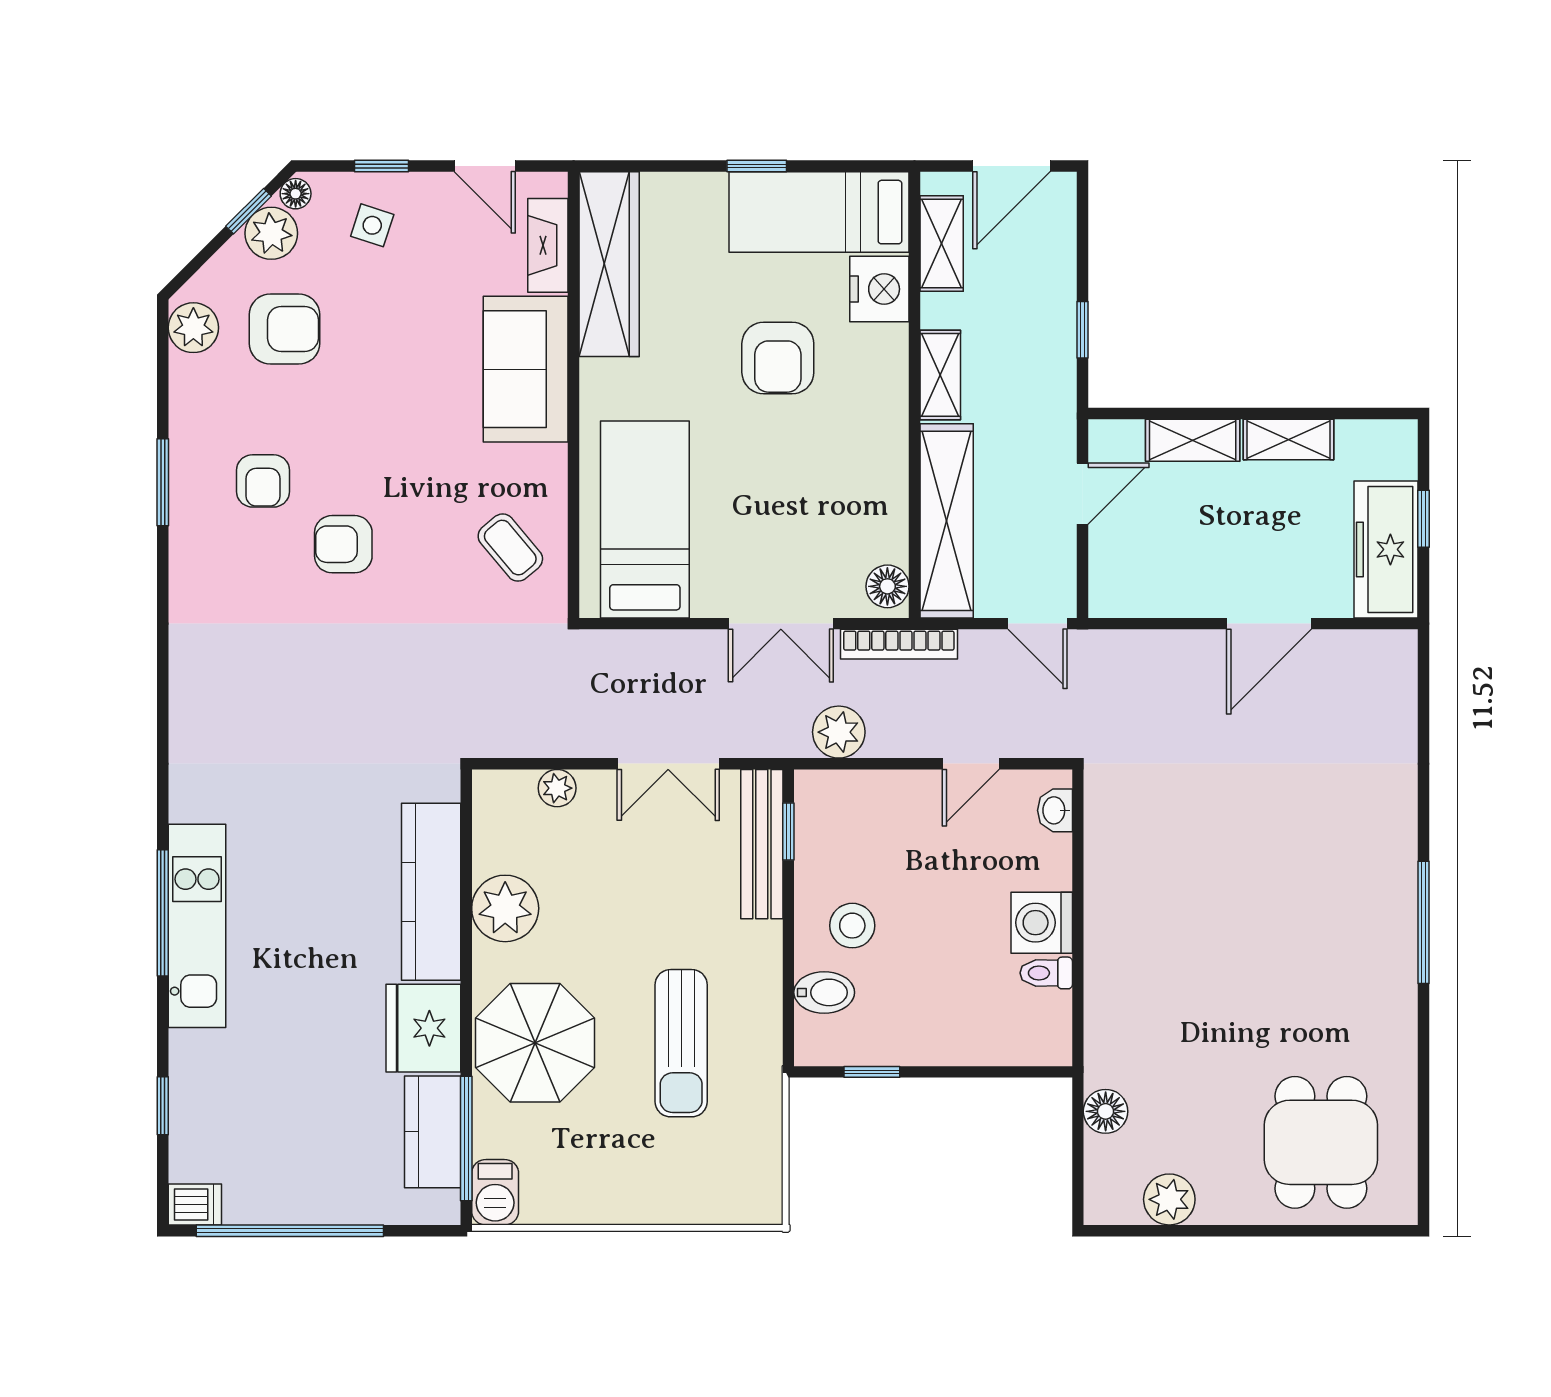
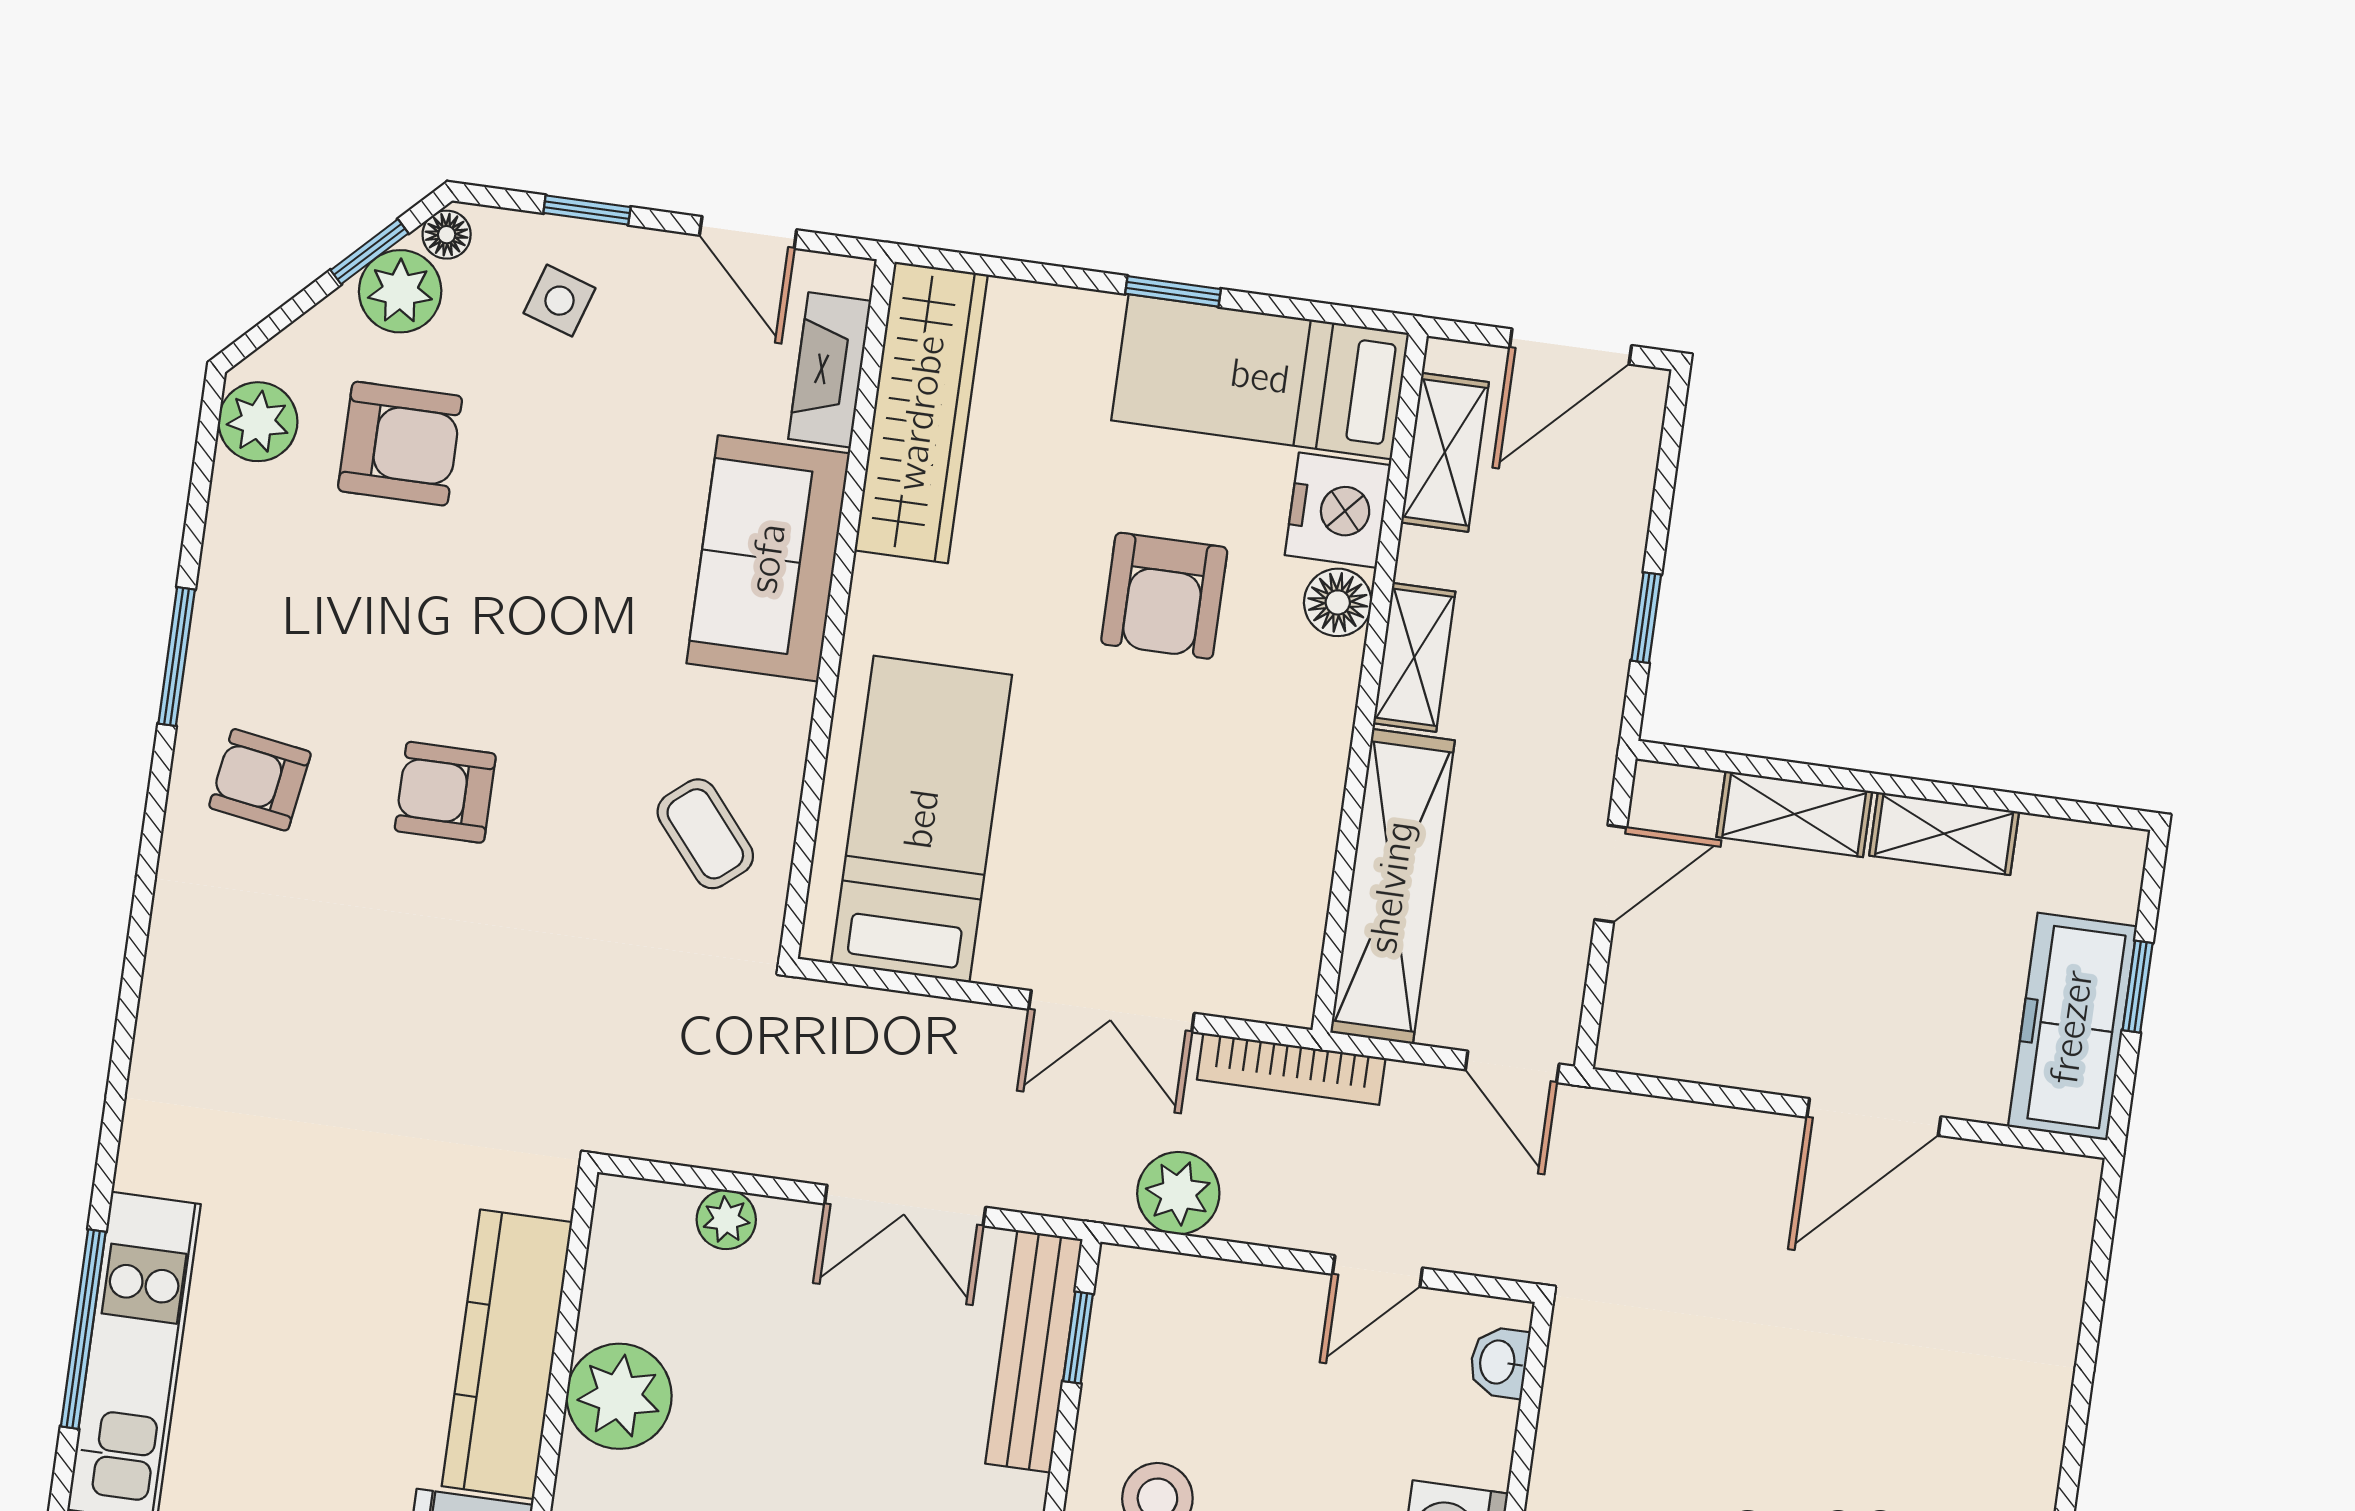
armchair: (263, 481) -> (260, 780), moved, turned 99
floor lamp: (887, 586) -> (1338, 602), moved

